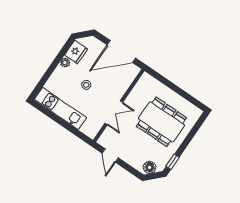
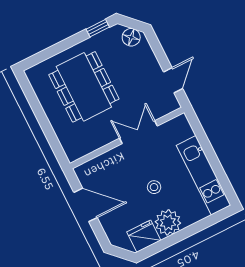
door: (121, 51) -> (86, 205), width x0.73
plant: (65, 63) -> (168, 222), width x1.88, depth x1.88

